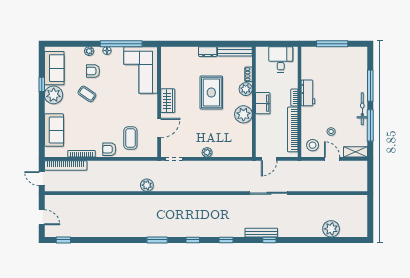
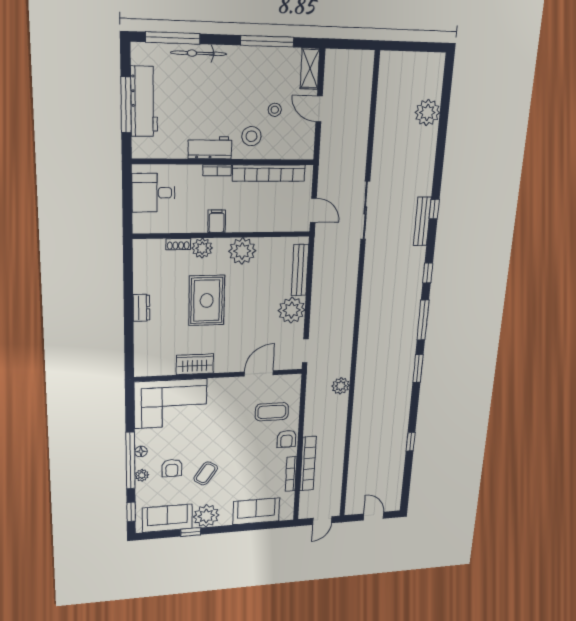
window: (62, 44) -> (131, 512), added
window: (121, 44) -> (130, 461), moved
bench: (235, 51) -> (300, 270), moved
workbench: (334, 54) -> (144, 102), added
window: (370, 86) -> (173, 38), moved
rug: (211, 93) -> (207, 300), turned 90
wardrobe: (168, 101) -> (195, 364), moved
filing cabinet: (263, 103) -> (217, 221), width x0.50
bicycle: (362, 109) -> (199, 53), moved
door: (159, 128) -> (259, 373), hinge flipped
stool: (313, 145) -> (251, 136), moved
plant: (207, 152) -> (292, 310), width x1.88, depth x1.88
door: (332, 159) -> (319, 109), hinge flipped
bookcase: (66, 165) -> (308, 464), moved
door: (42, 217) -> (374, 516), hinge flipped
window: (63, 240) -> (410, 442), moved
window: (193, 240) -> (423, 320), width x2.17

